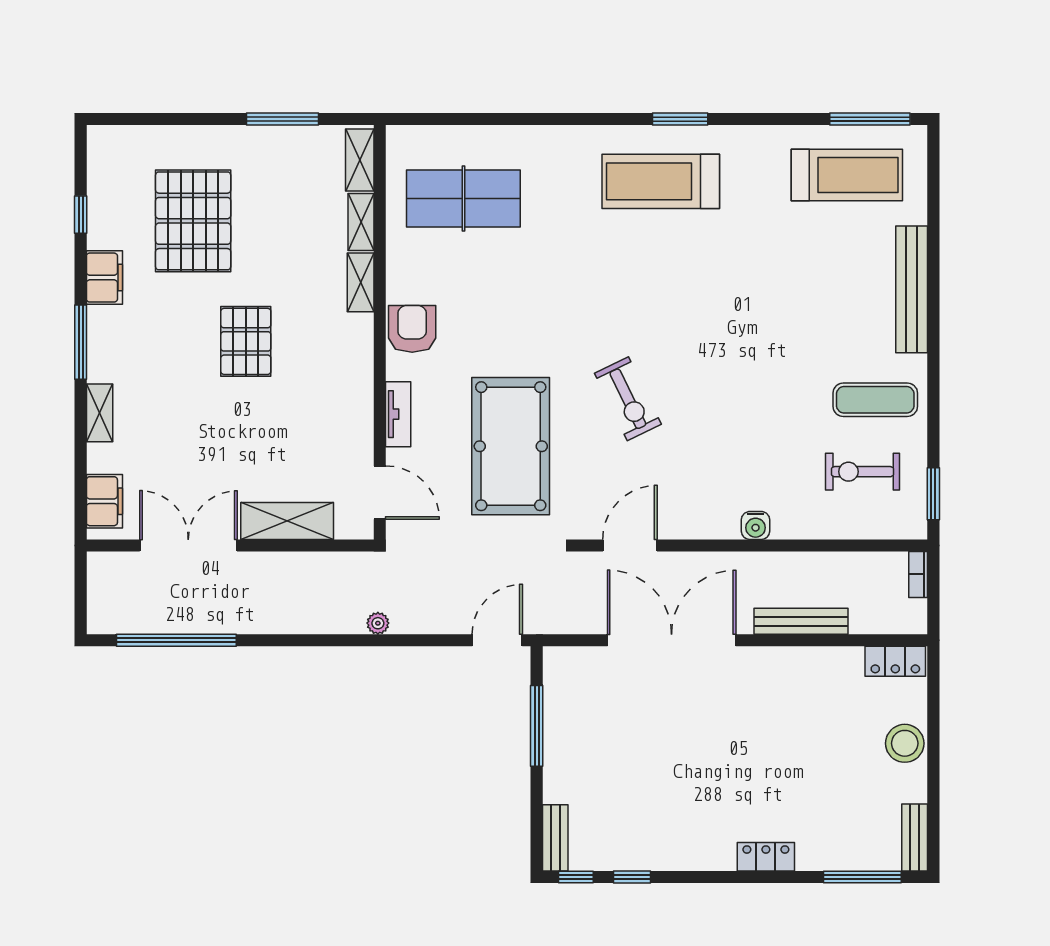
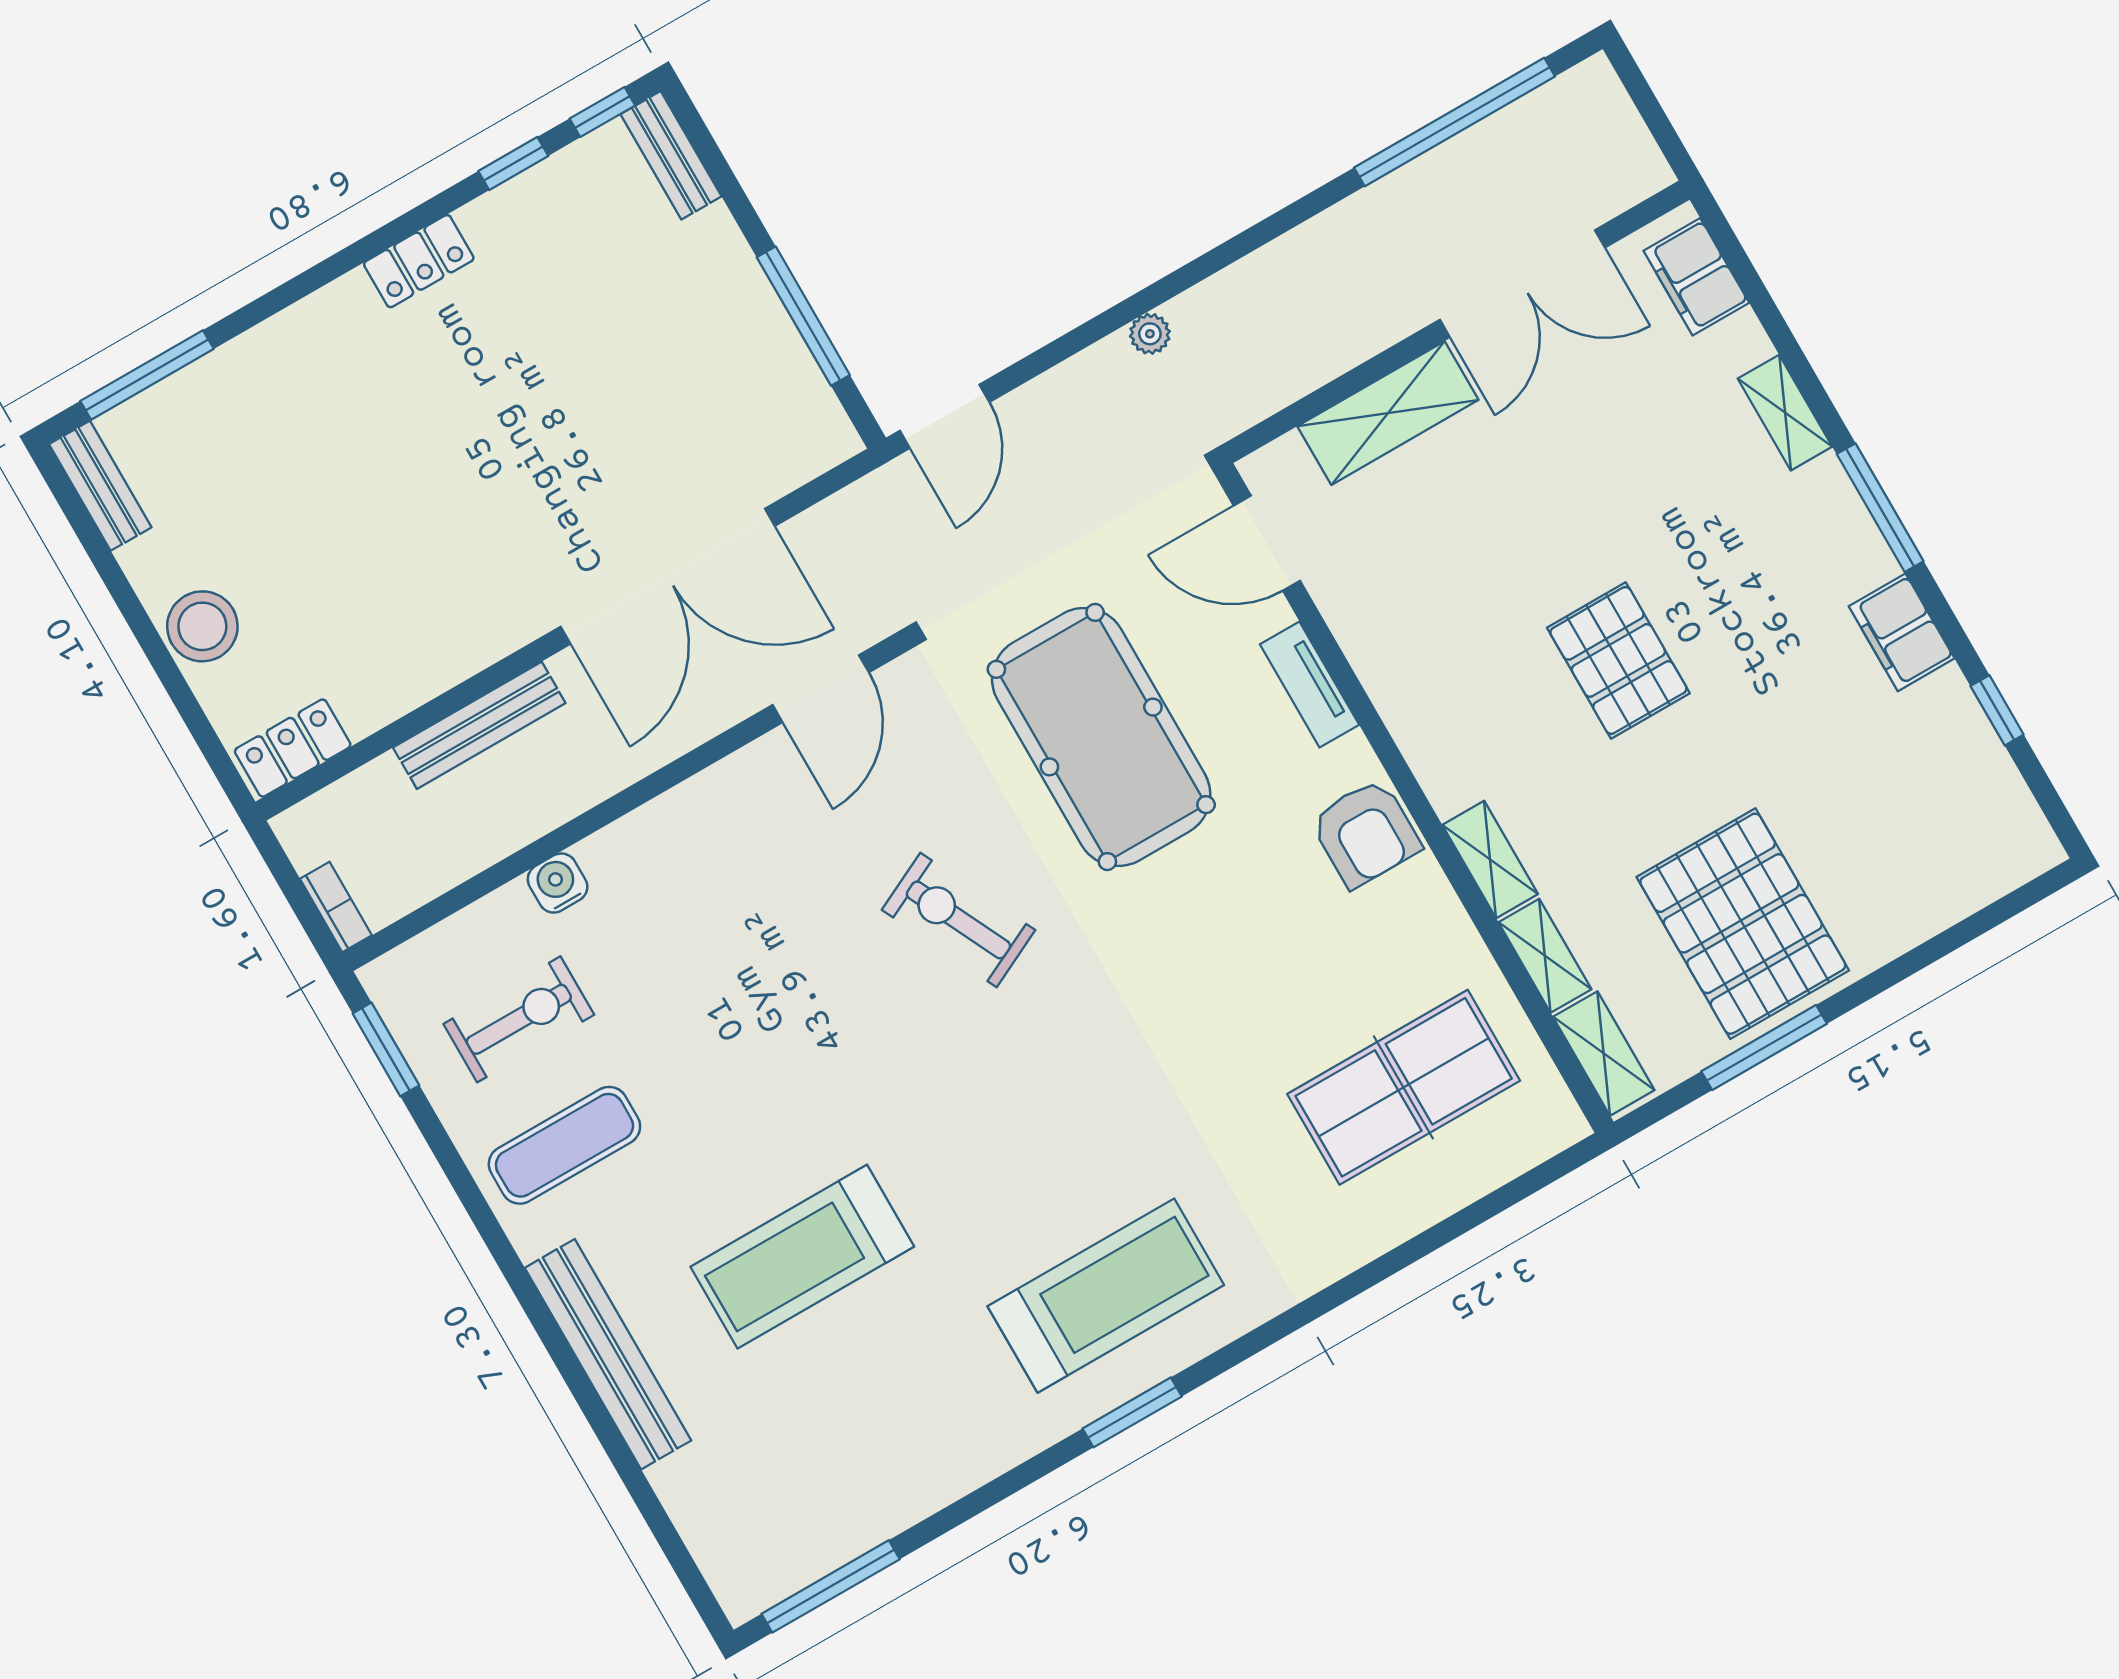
treadmill: (847, 175) -> (802, 1257), moved
pallet: (193, 221) -> (1743, 924), moved
water cooler: (756, 525) -> (558, 883), moved
locker: (766, 857) -> (419, 261), moved

